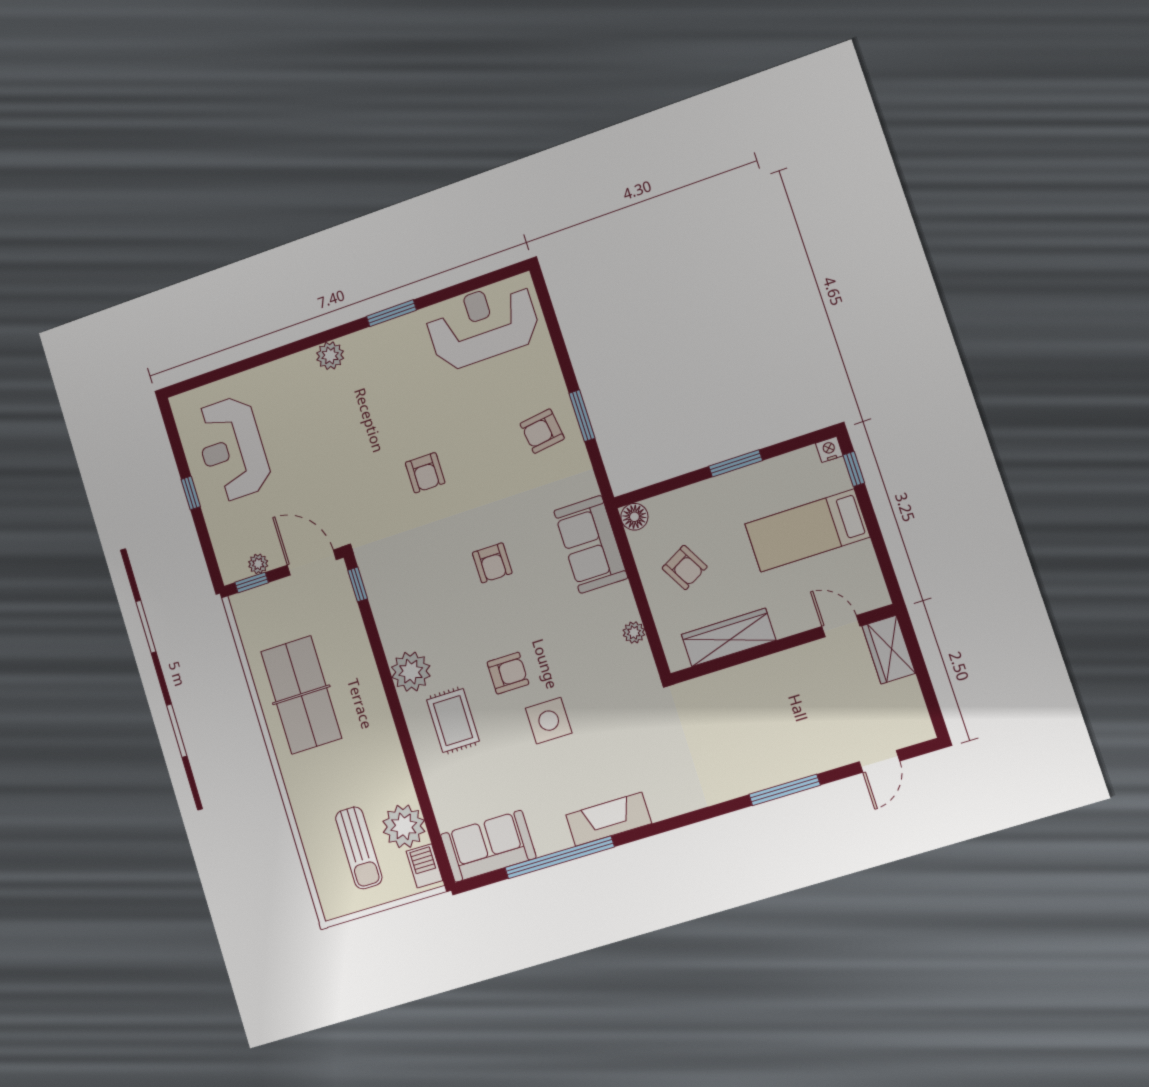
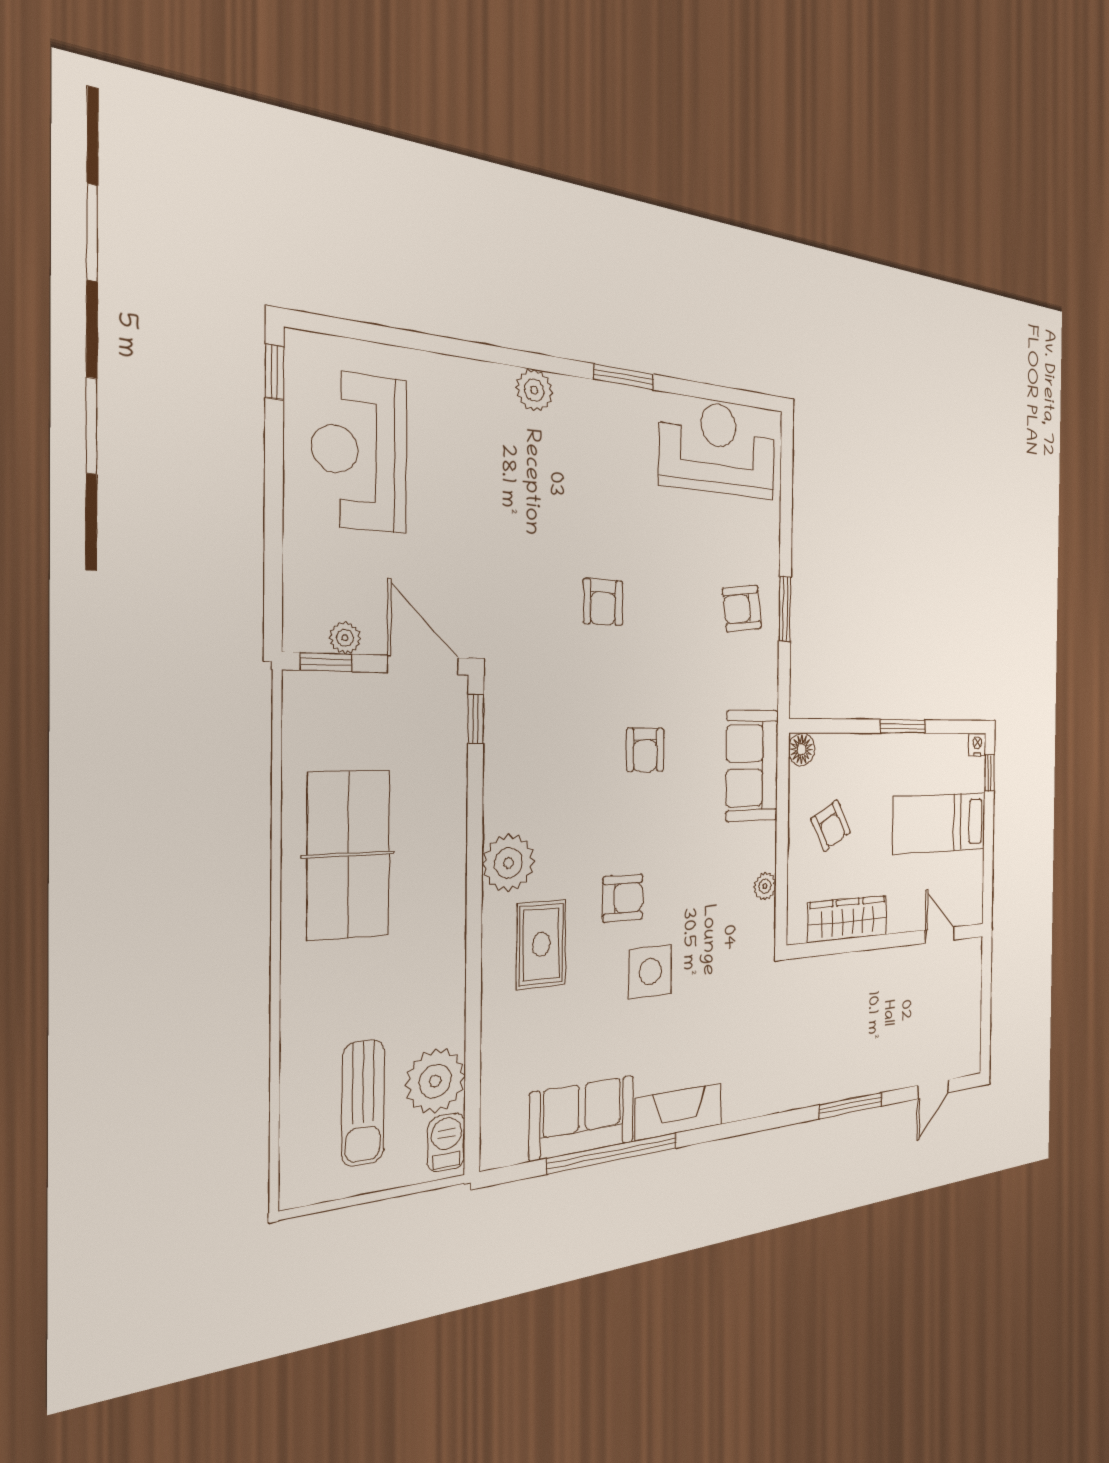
window: (191, 493) -> (275, 372), moved
wardrobe: (889, 650) -> (969, 971), removed
sofa: (488, 846) -> (582, 1118), moved

